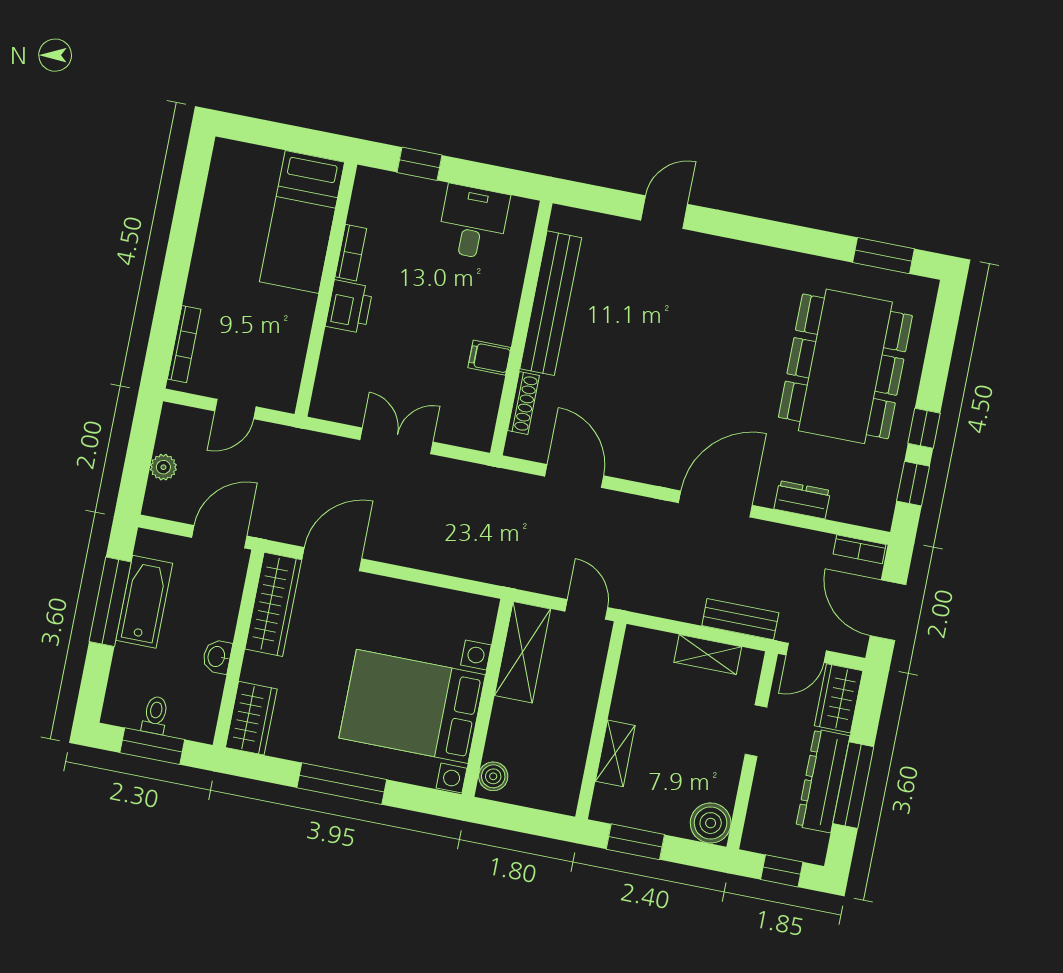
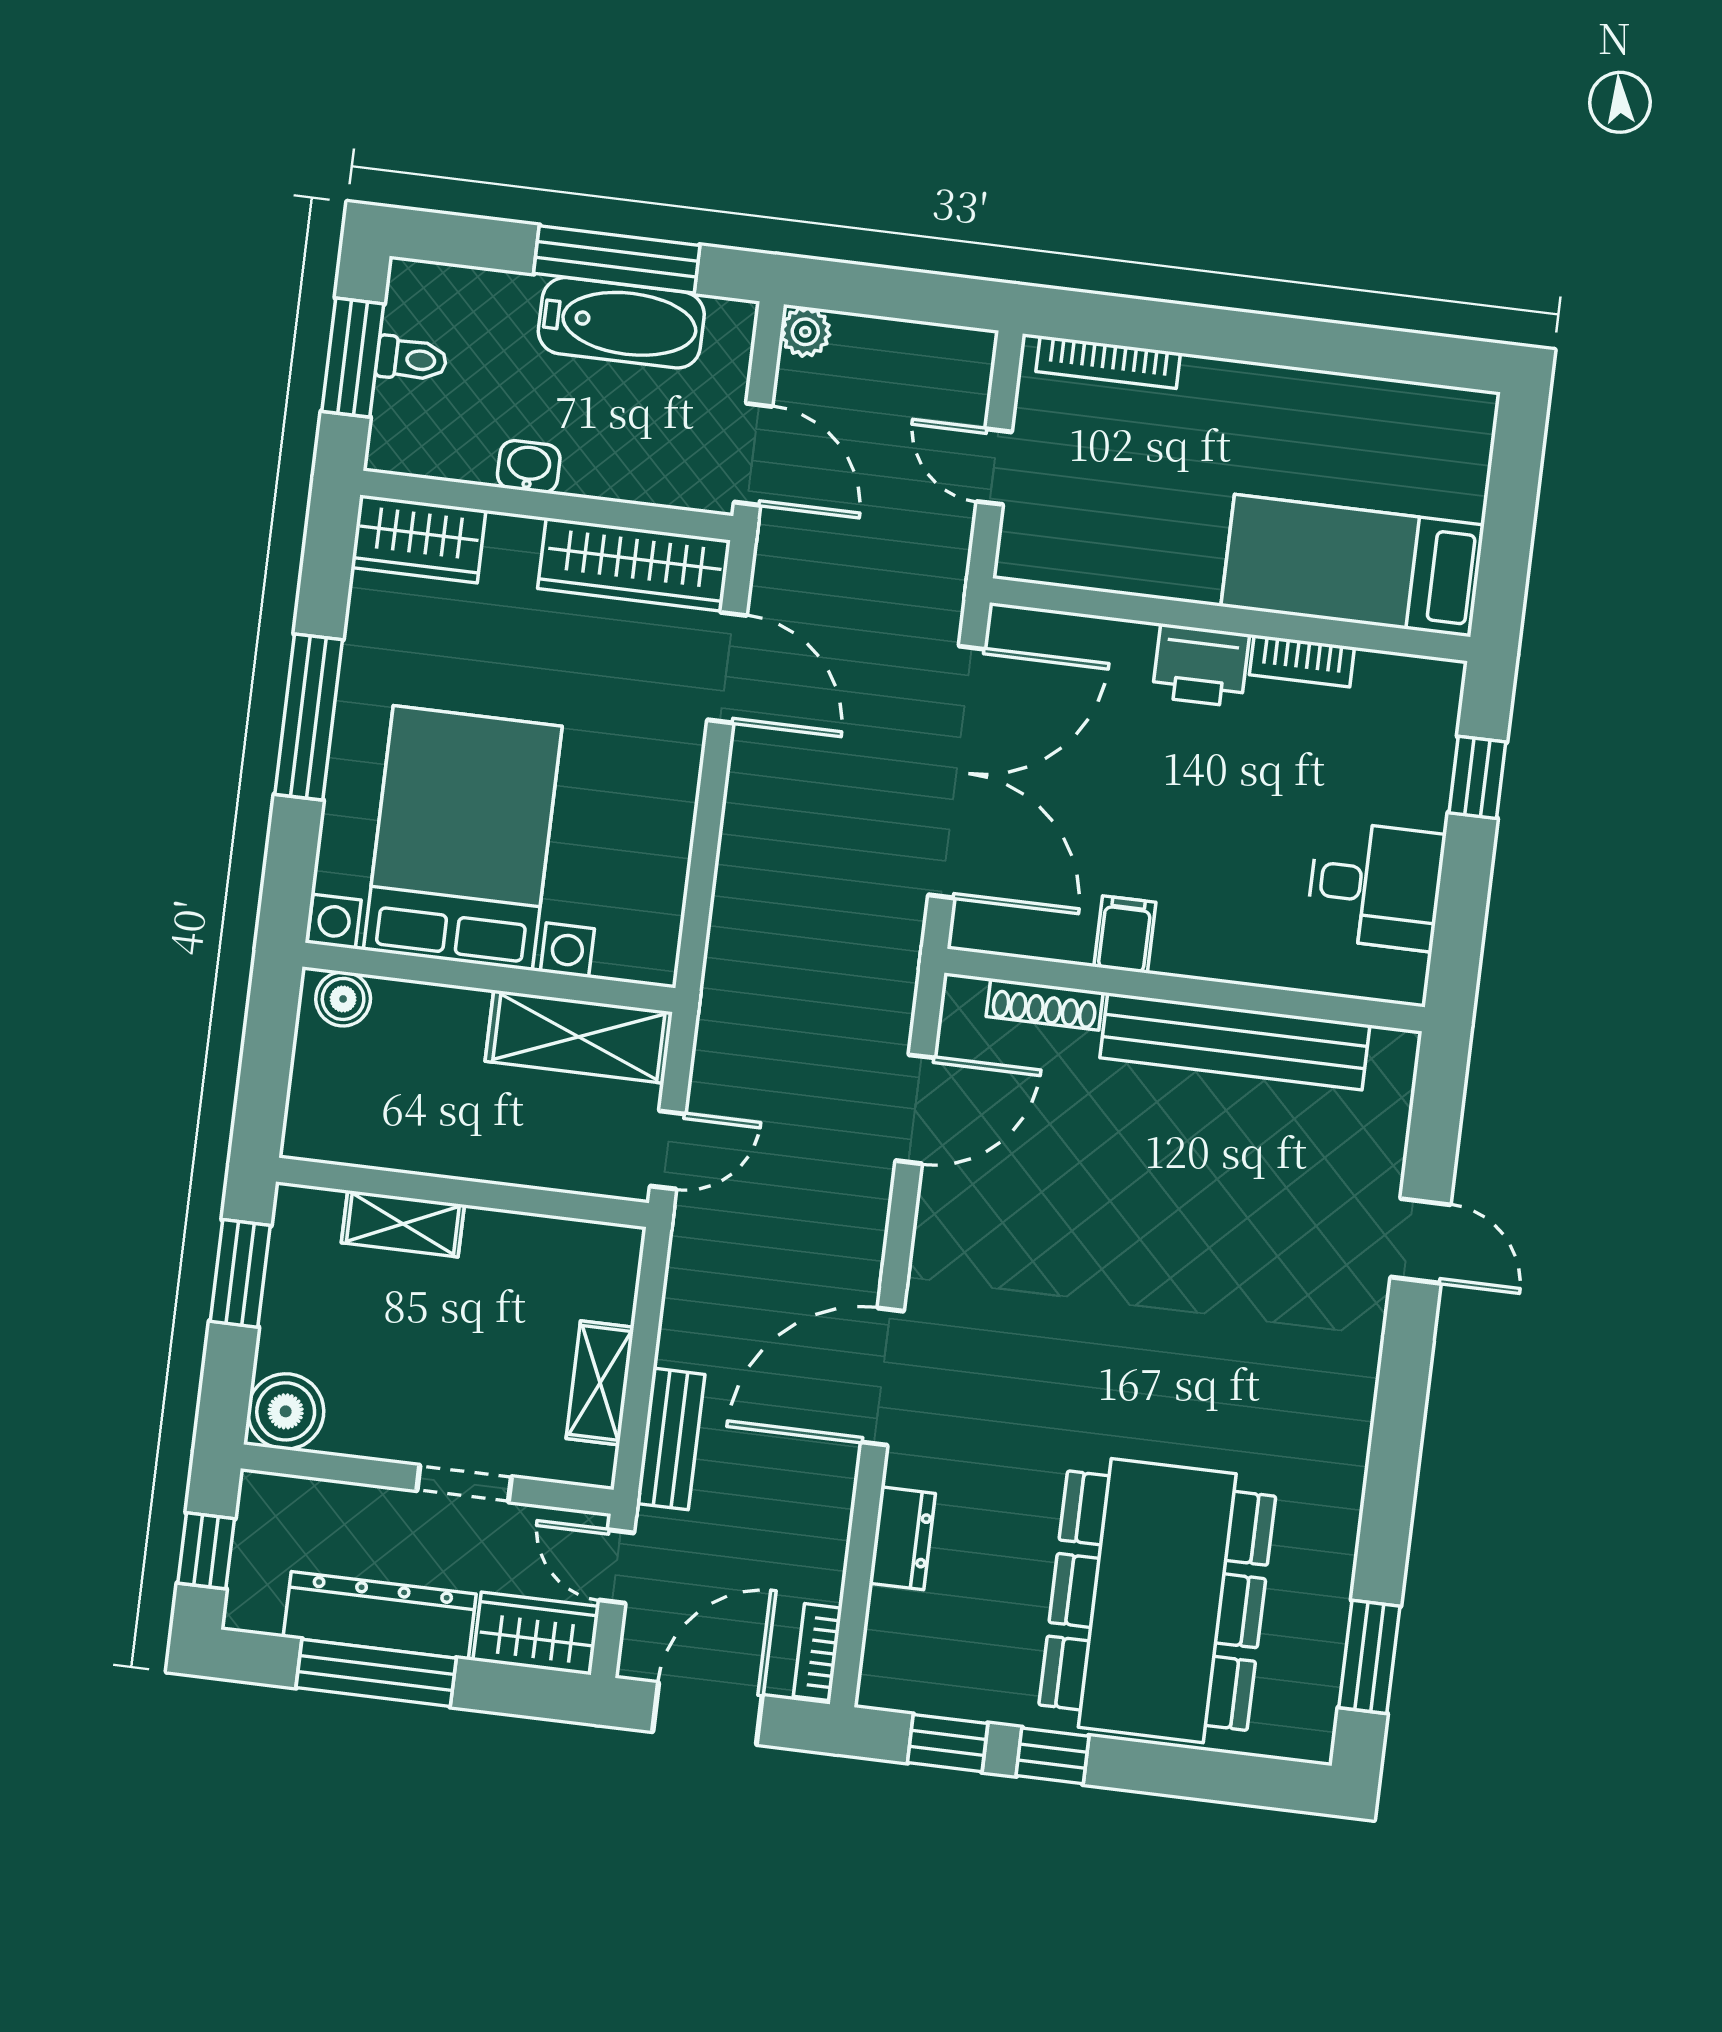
dining table: (845, 366) -> (1157, 1601), turned 90
double door: (396, 441) -> (957, 772), width x1.87
plant: (163, 467) -> (805, 332), moved
door: (715, 504) -> (882, 1377), swing flipped

